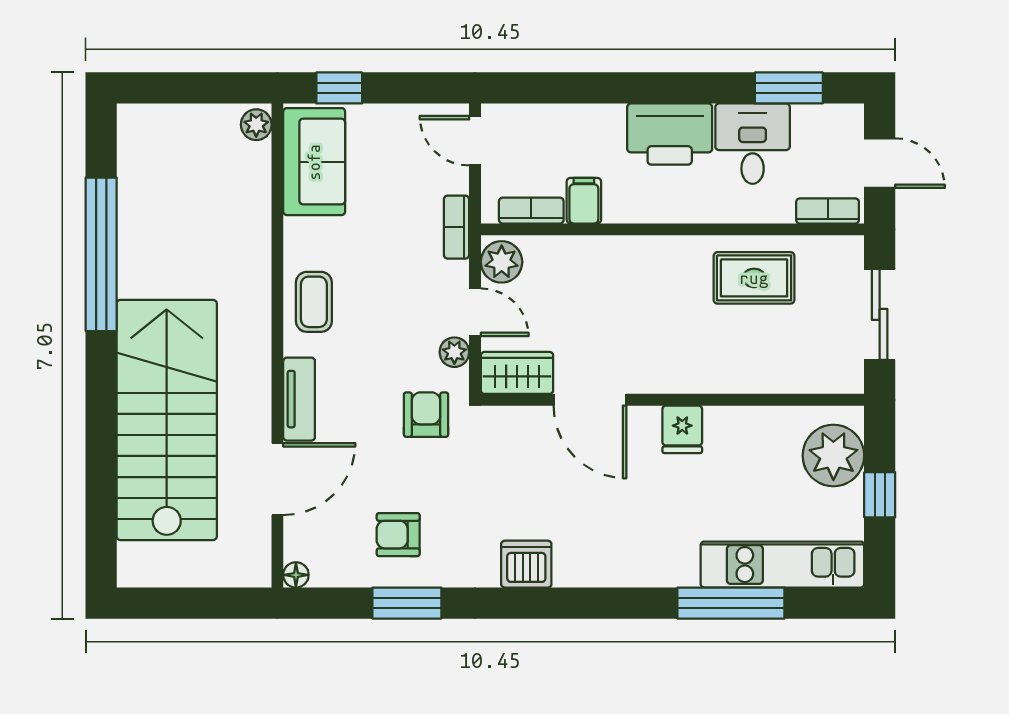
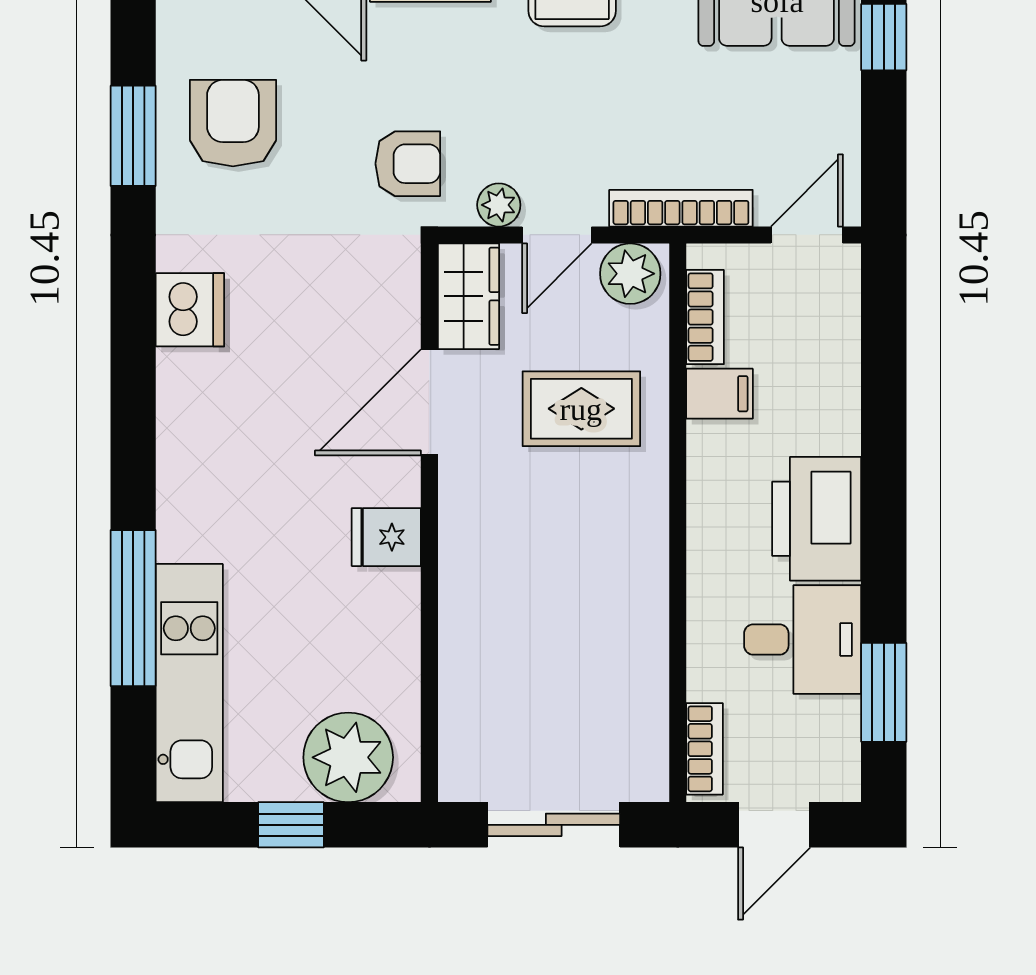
bookcase: (457, 227) -> (681, 208), width x1.56
rug: (754, 278) -> (581, 409), moved, turned 90
armchair: (398, 535) -> (233, 123), width x1.38, depth x1.38

